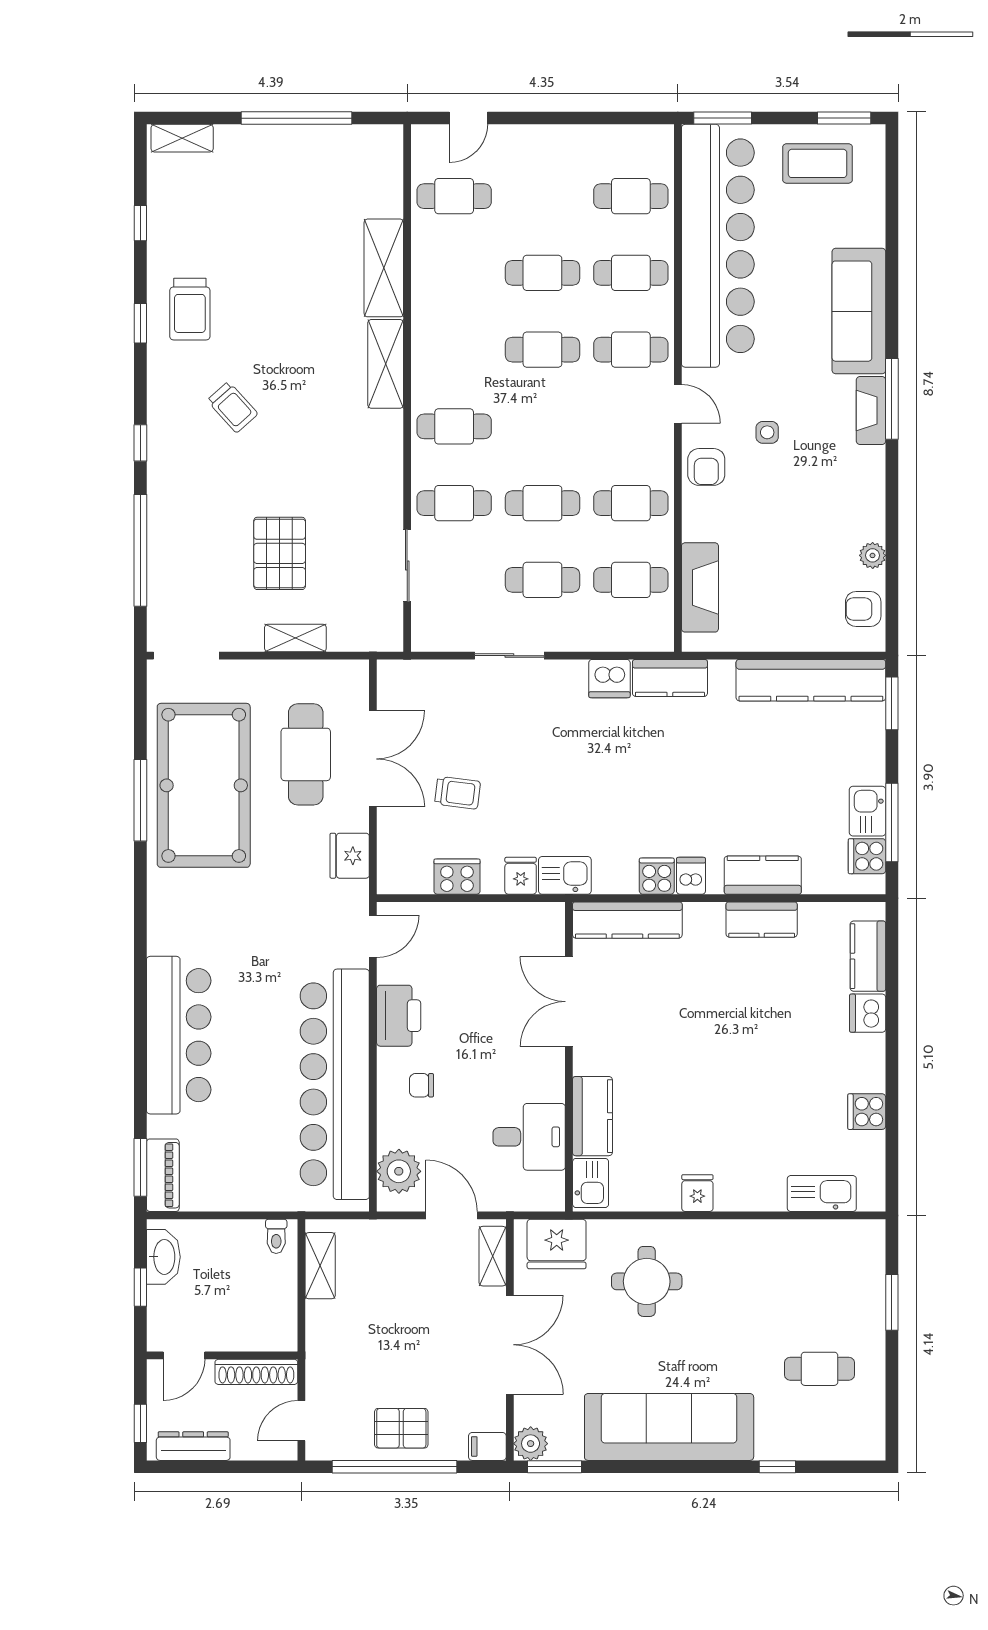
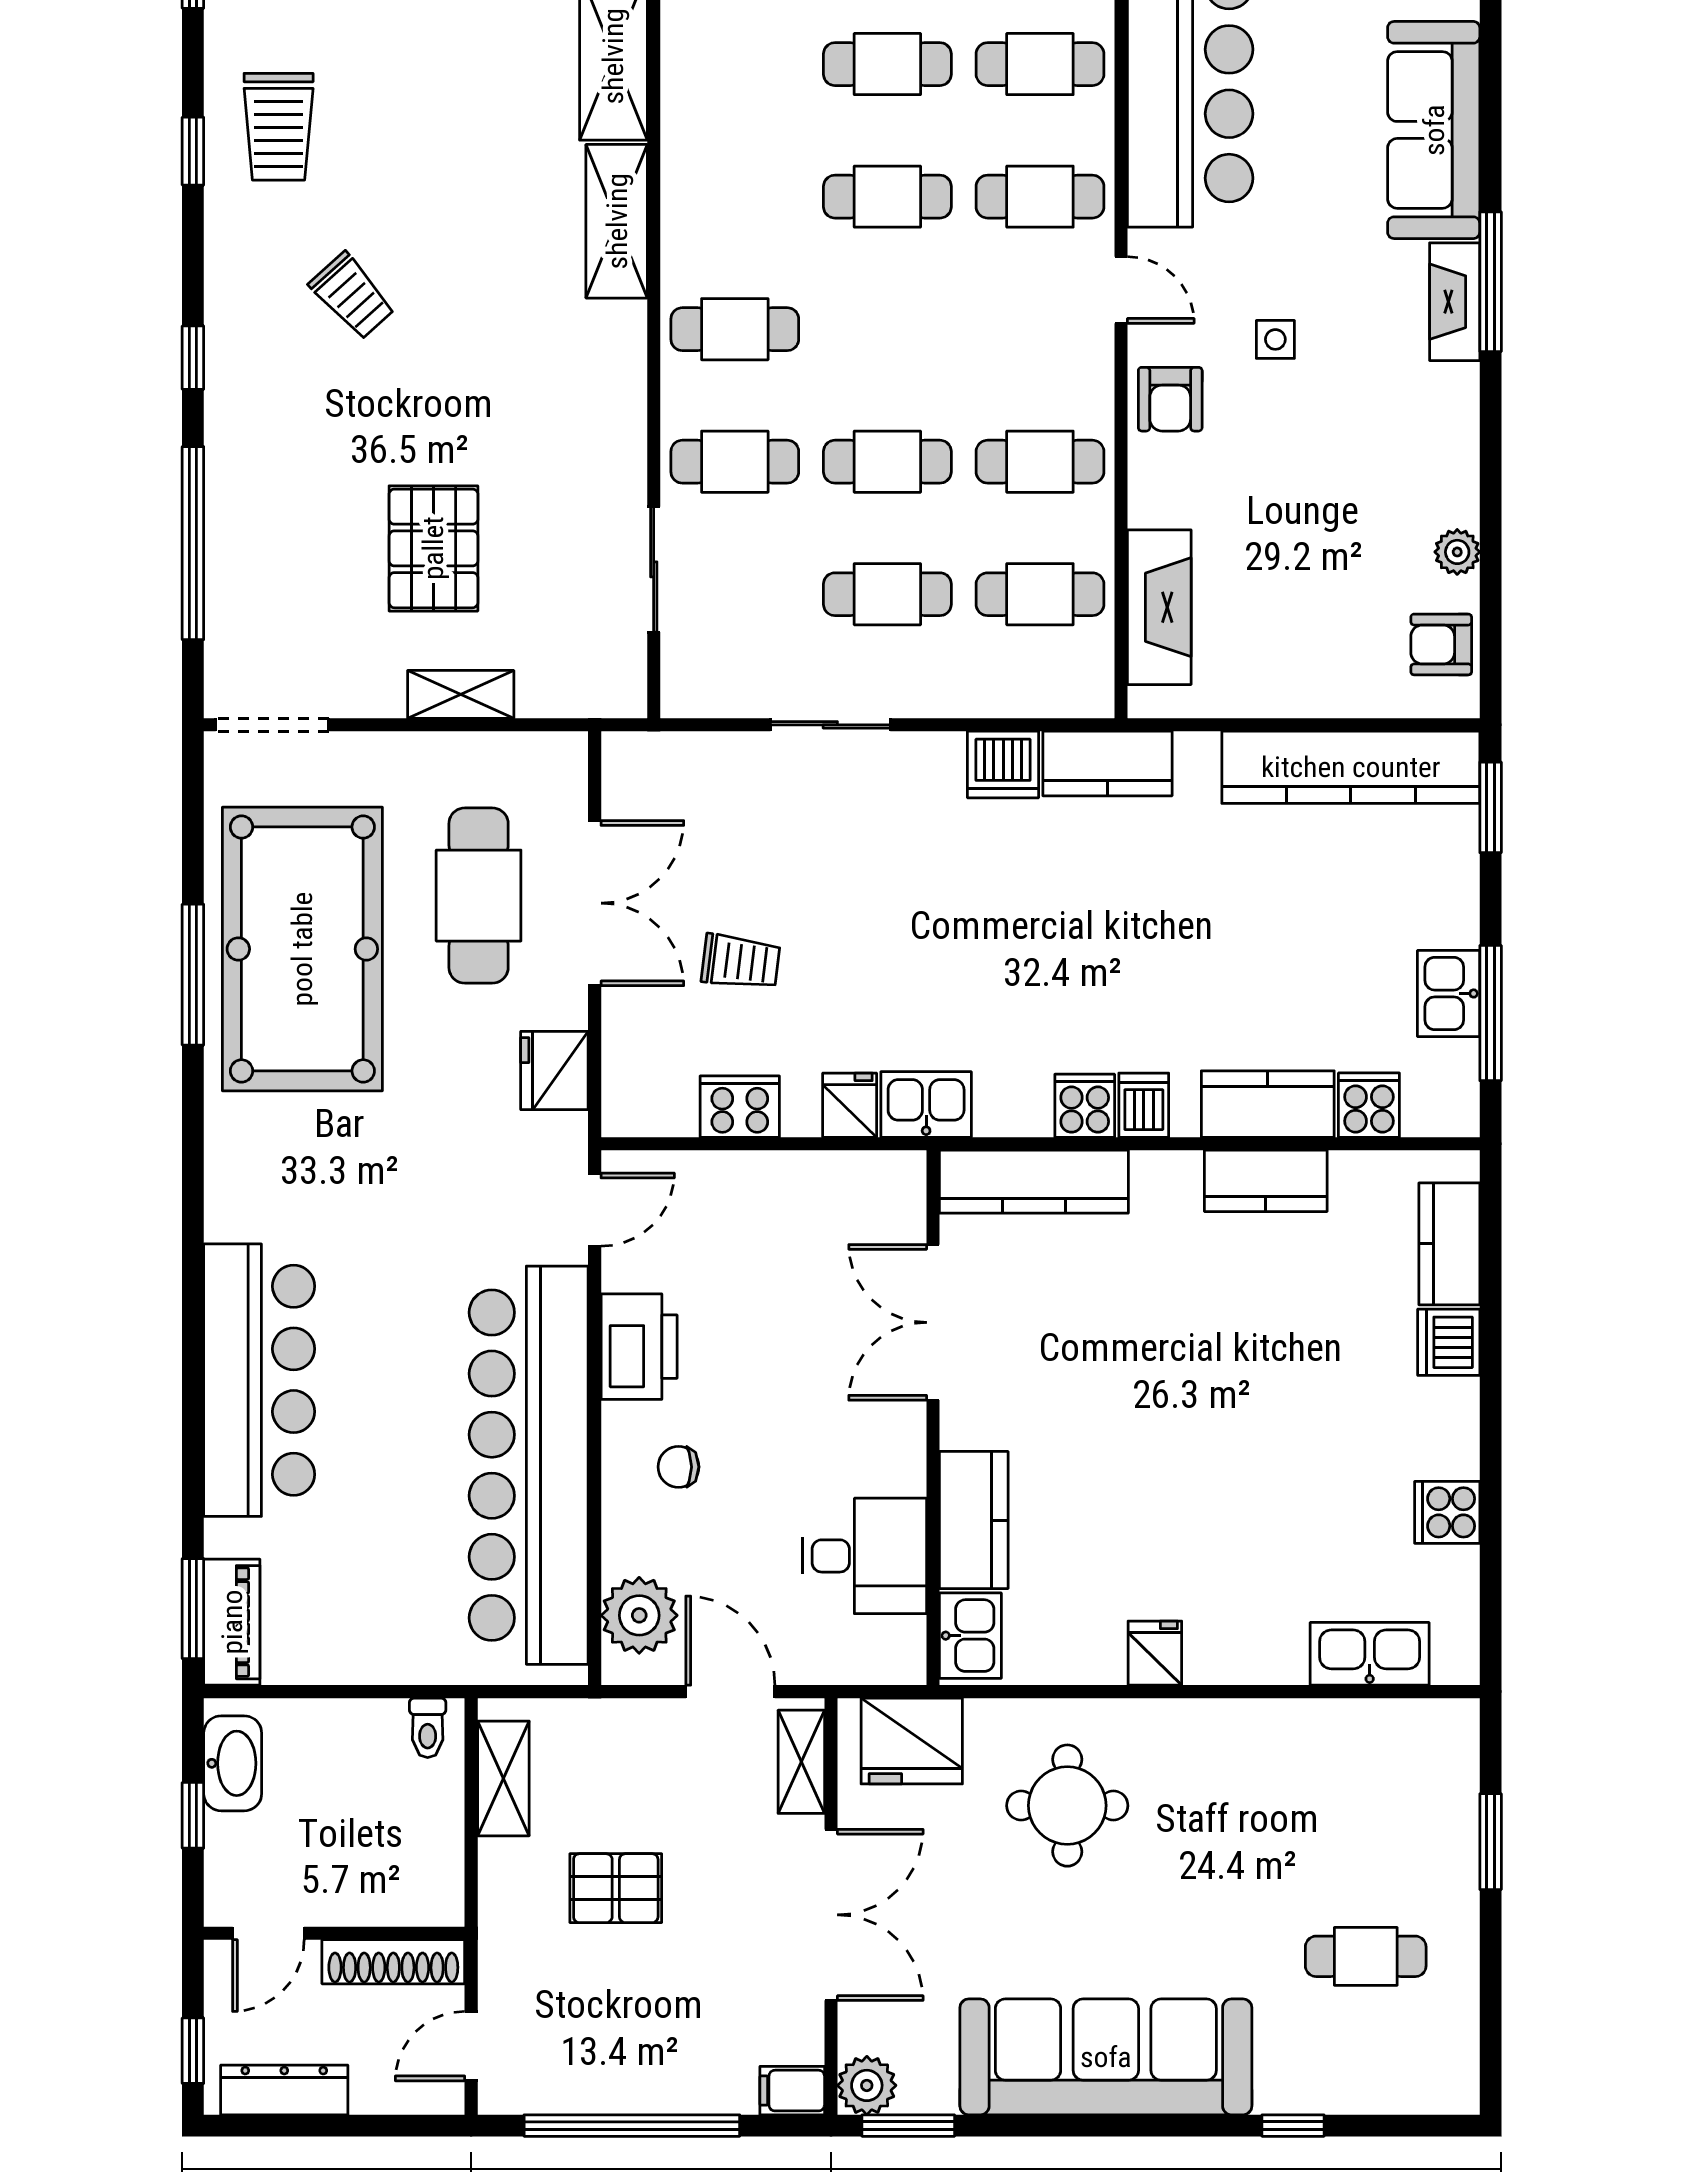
cooker: (867, 856) -> (1369, 1105), moved, turned 90
pallet: (401, 1428) -> (616, 1888), moved

